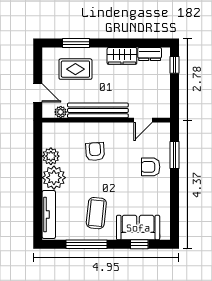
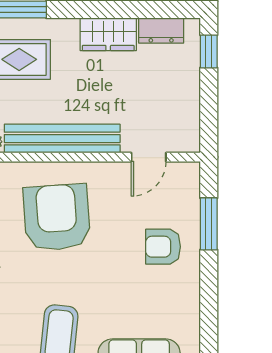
armchair: (95, 152) -> (57, 217), width x1.88, depth x1.88

